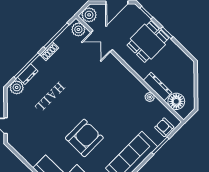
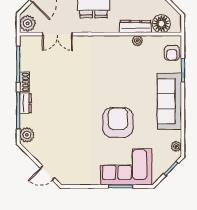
plant: (78, 29) -> (30, 43), removed
dresser: (28, 74) -> (25, 103), moved
armchair: (164, 127) -> (172, 53), turned -90

